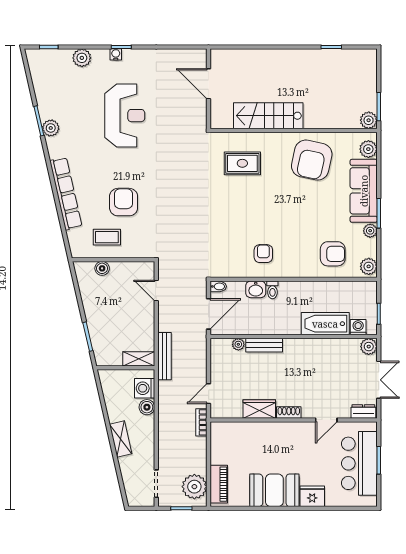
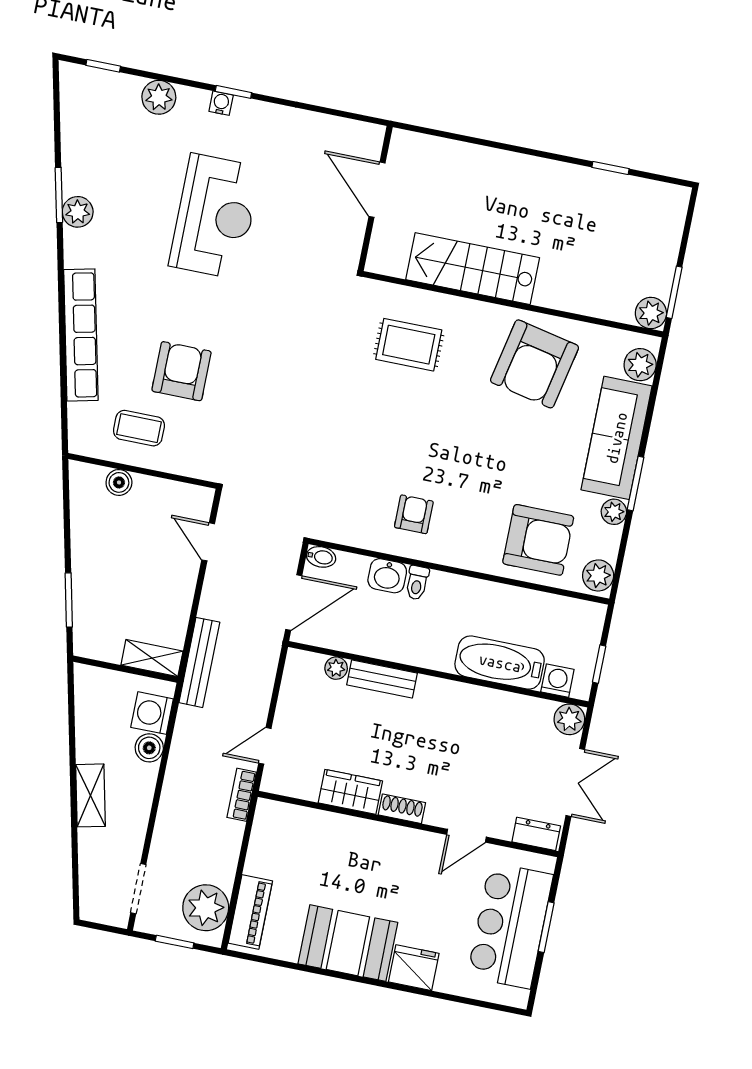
armchair: (333, 254) -> (538, 540), width x1.36, depth x1.36

